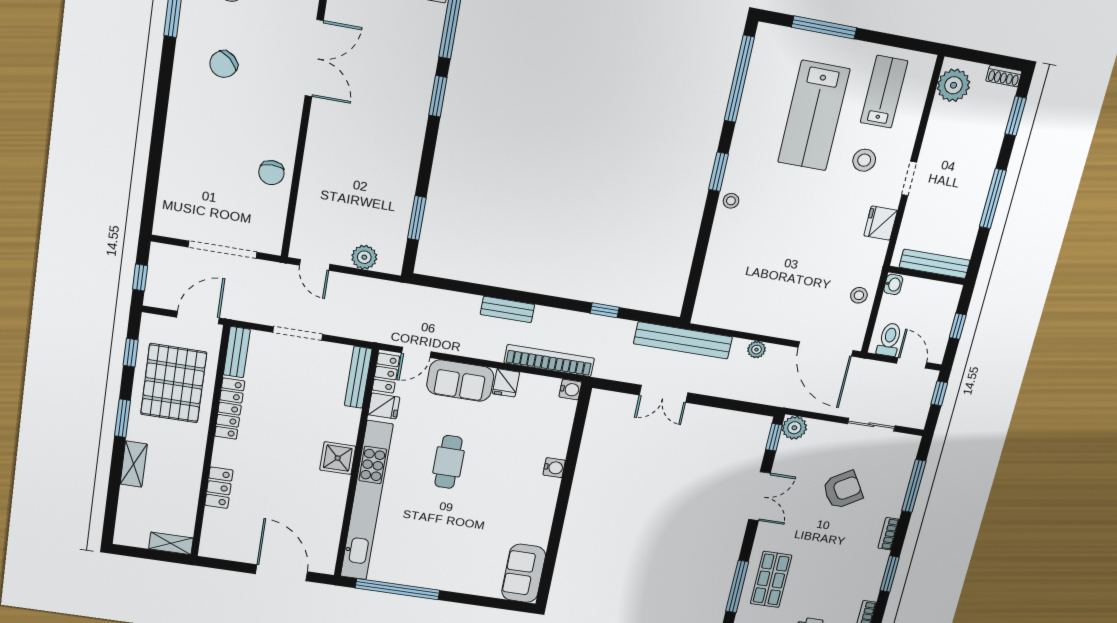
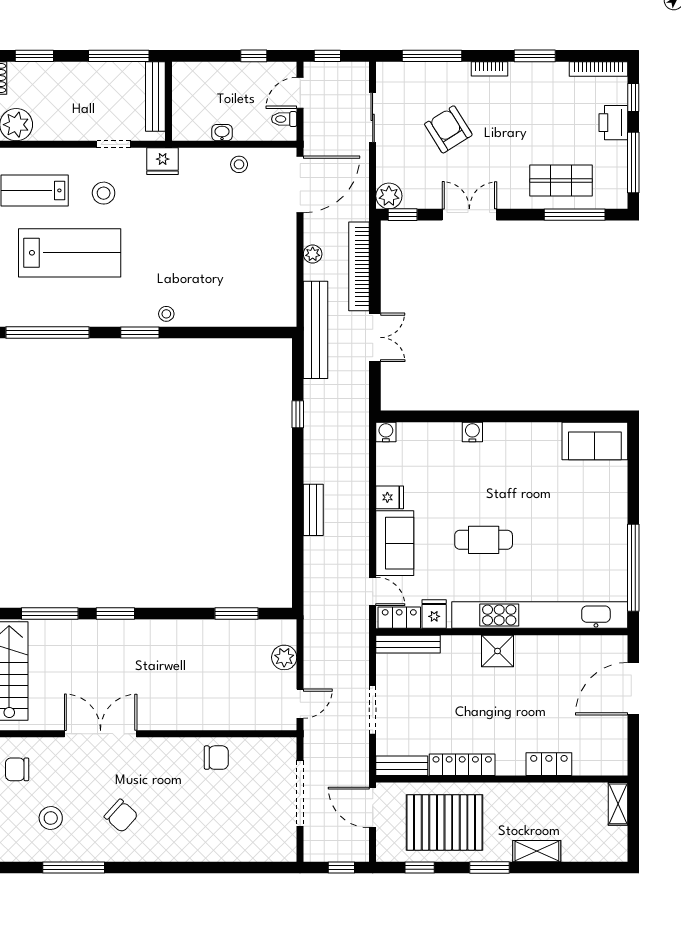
bench: (935, 264) -> (155, 96), moved
wall: (927, 275) -> (169, 101), moved
toilet: (889, 340) -> (284, 119), width x0.73, depth x0.72
bookcase: (549, 361) -> (359, 266), moved

